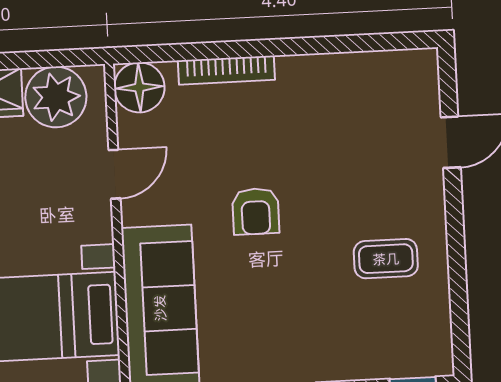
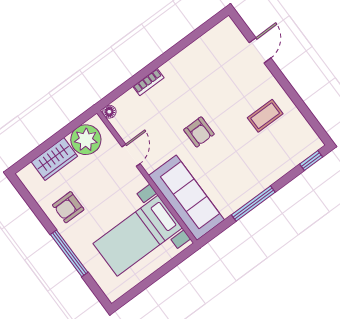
bookcase: (226, 70) -> (148, 82), width x0.64
floor lamp: (139, 87) -> (109, 112), width x0.53, depth x0.53

